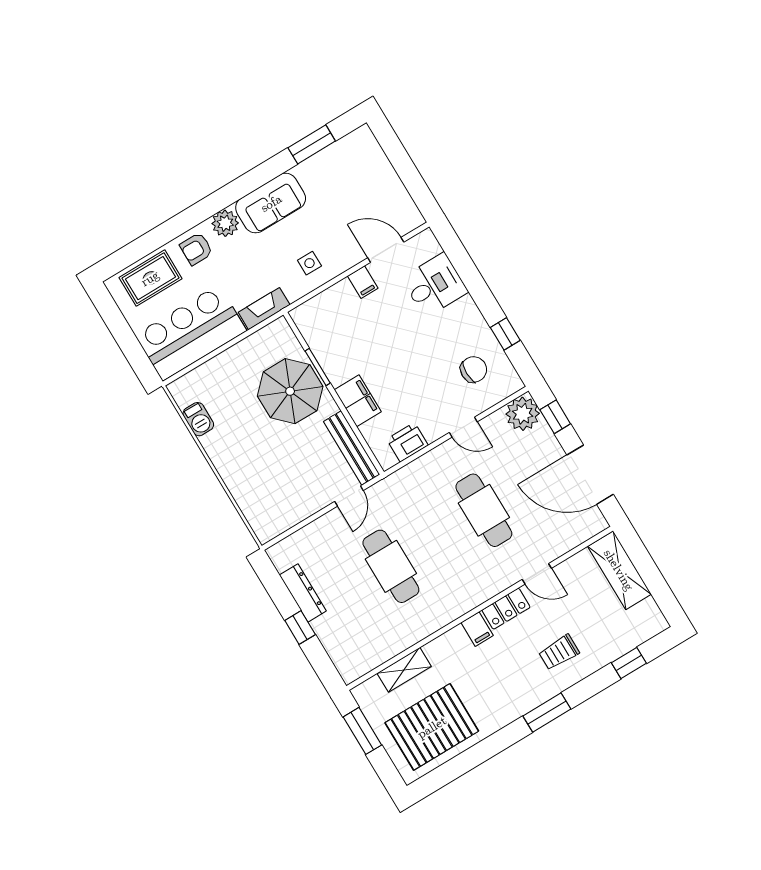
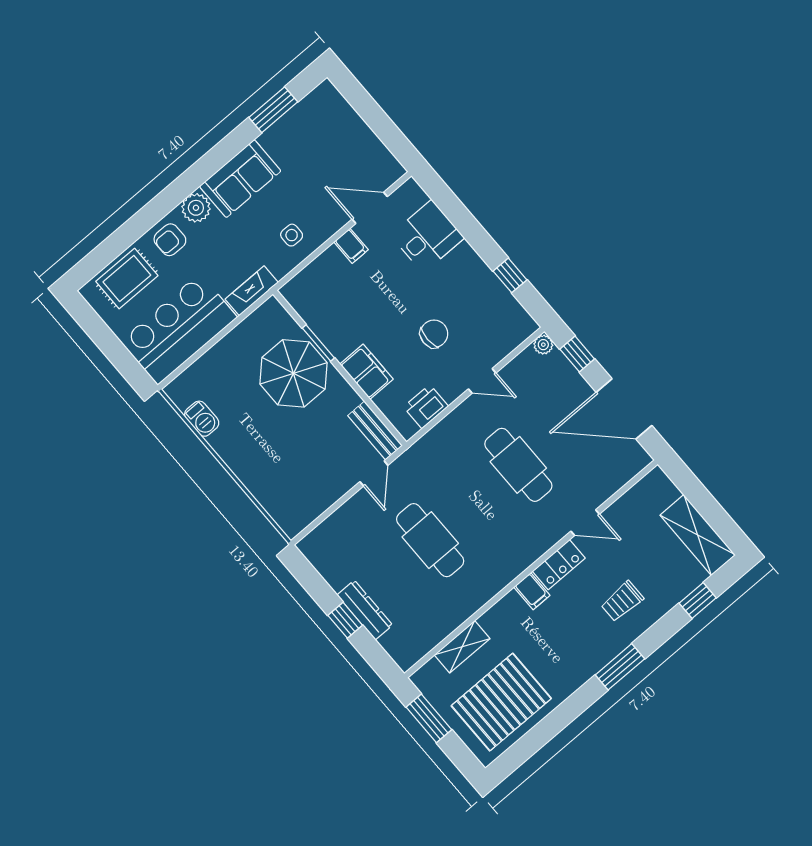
chair: (474, 369) -> (434, 334), moved
plant: (523, 414) -> (543, 345), width x0.53, depth x0.53
bench: (352, 448) -> (375, 431), width x0.73
shelving: (619, 570) -> (698, 535), moved
dresser: (303, 593) -> (365, 610), moved

